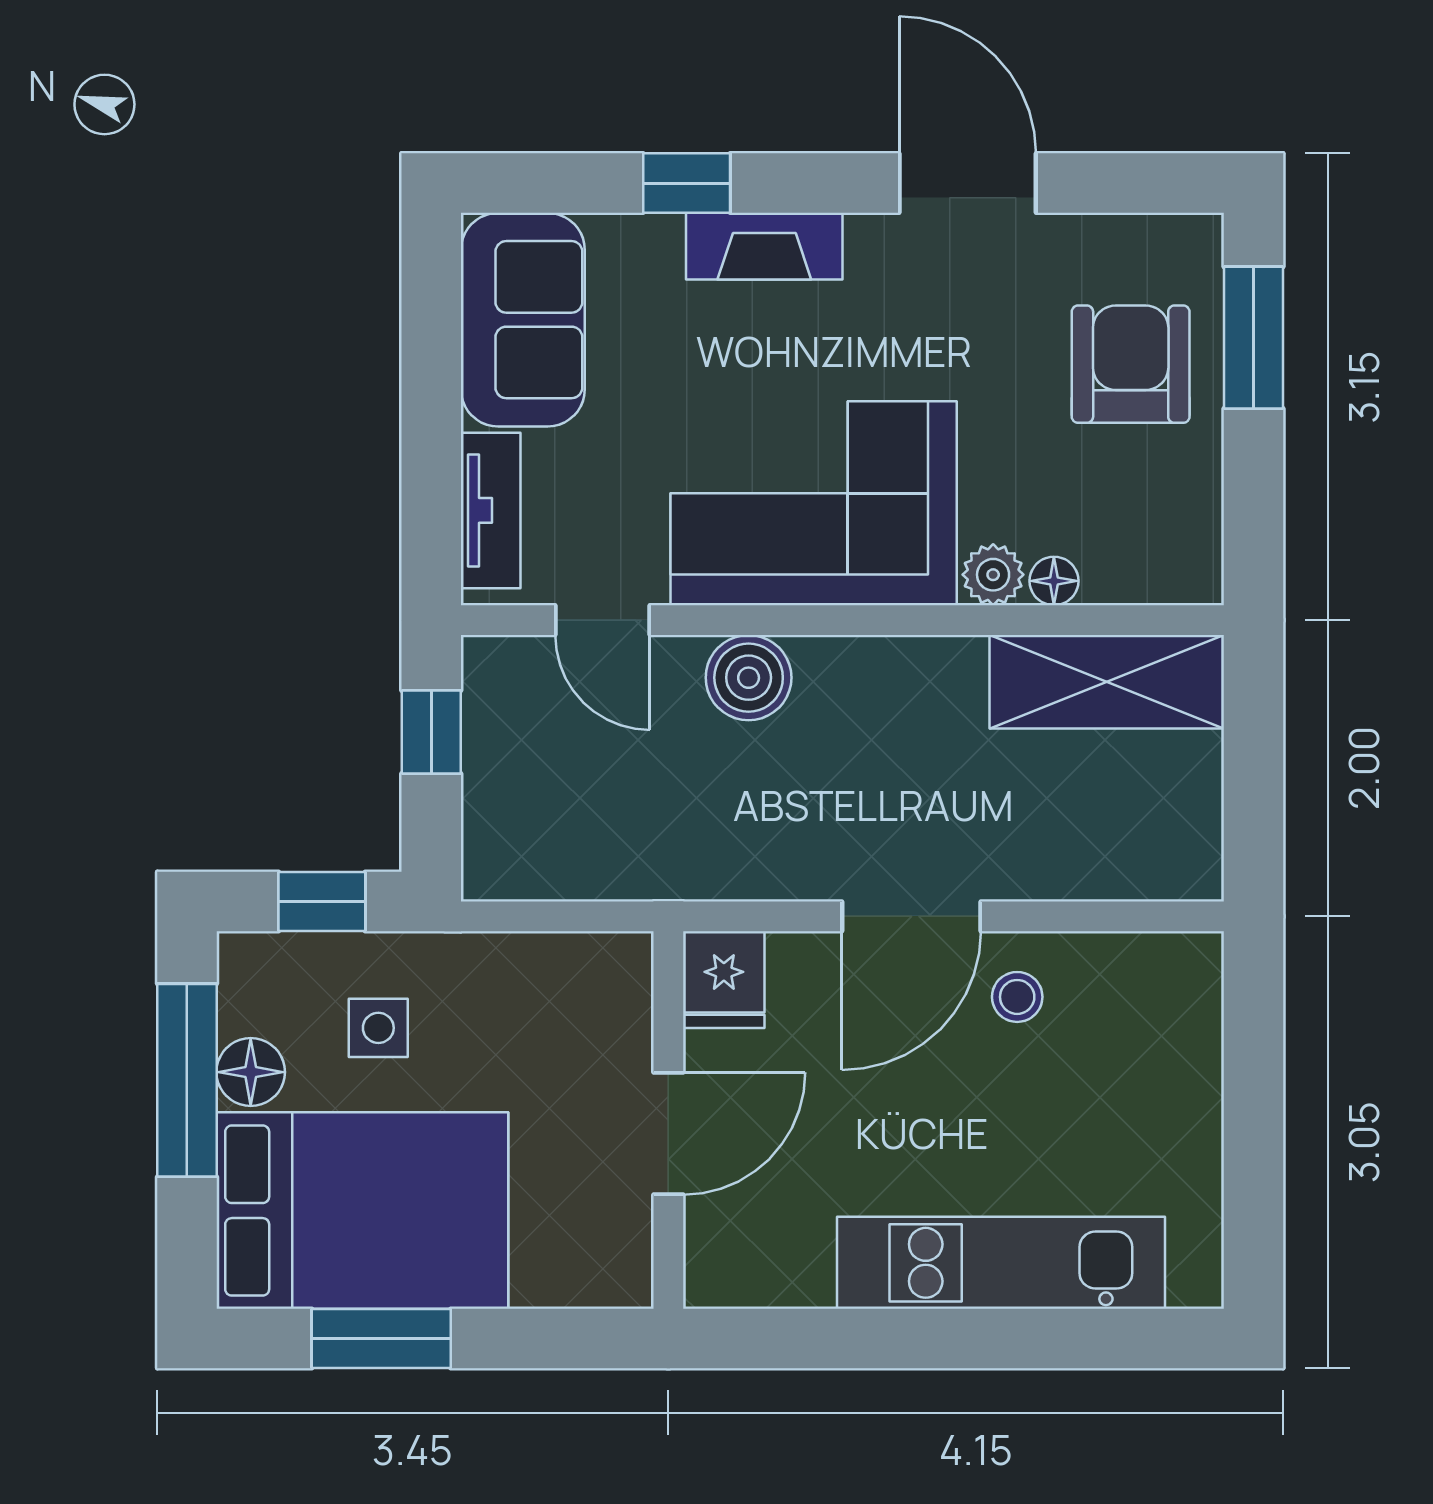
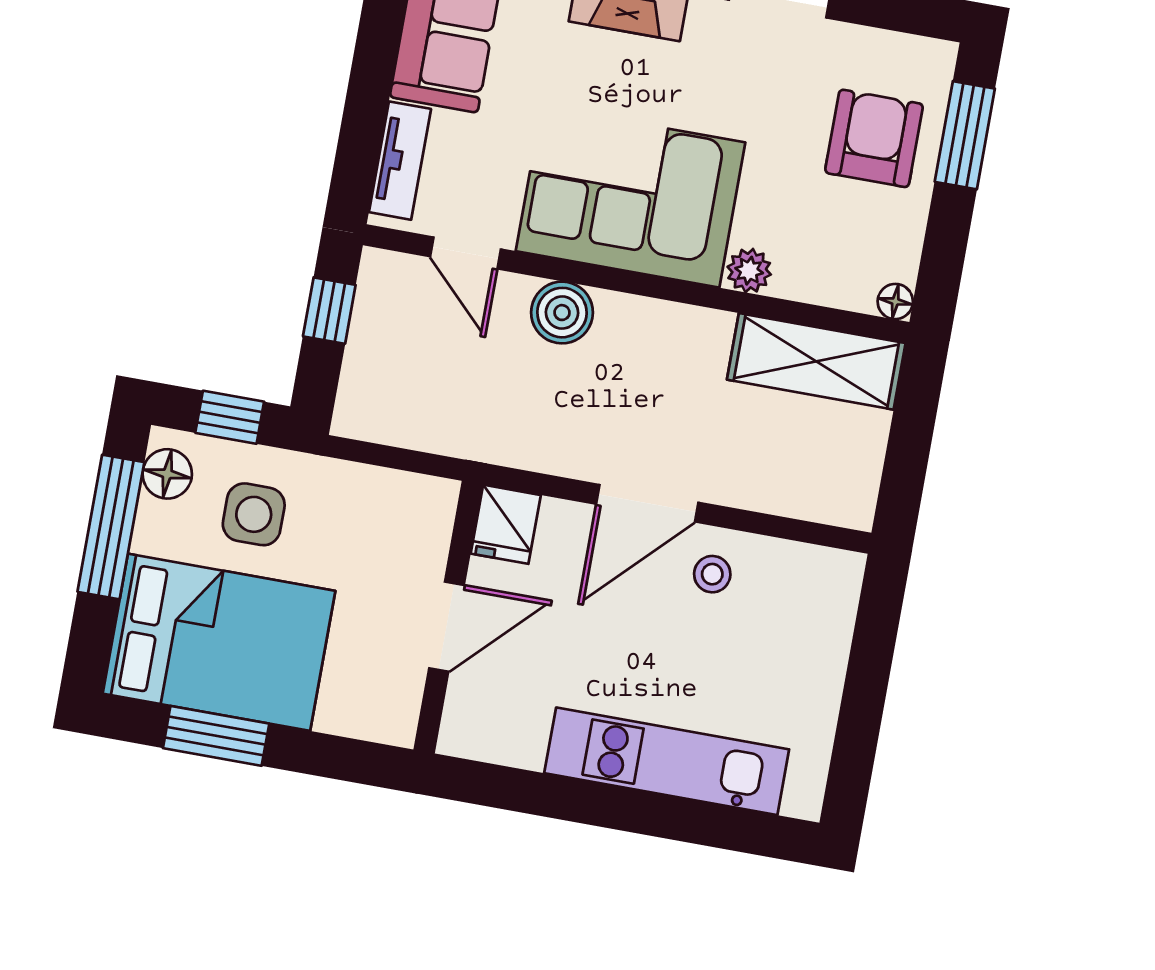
floor lamp: (1054, 581) -> (895, 301), moved
side table: (378, 1028) -> (254, 514), width x1.37, depth x1.37
floor lamp: (251, 1072) -> (167, 474), moved

